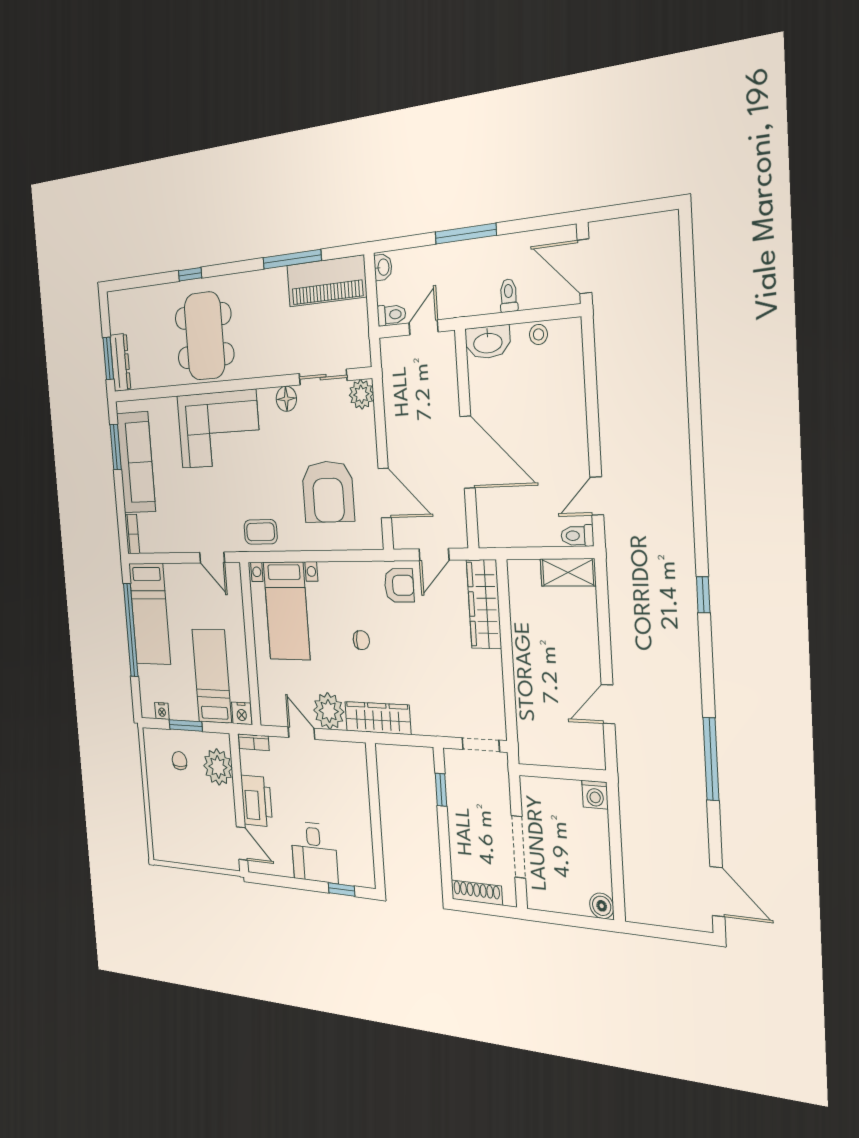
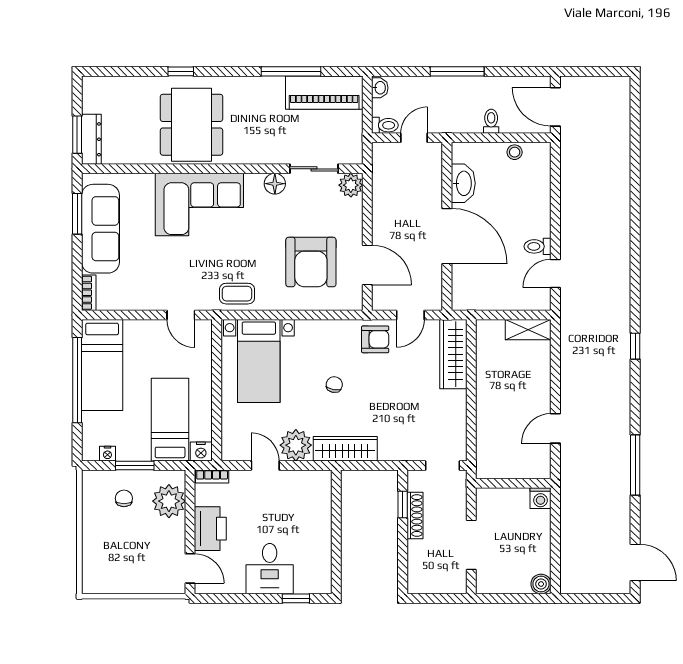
washbasin: (488, 342) -> (463, 183), moved, turned -90
toilet: (577, 536) -> (538, 246), moved
chair: (361, 640) -> (334, 385), turned -79
shoe rack: (477, 893) -> (415, 516), moved, turned 90

